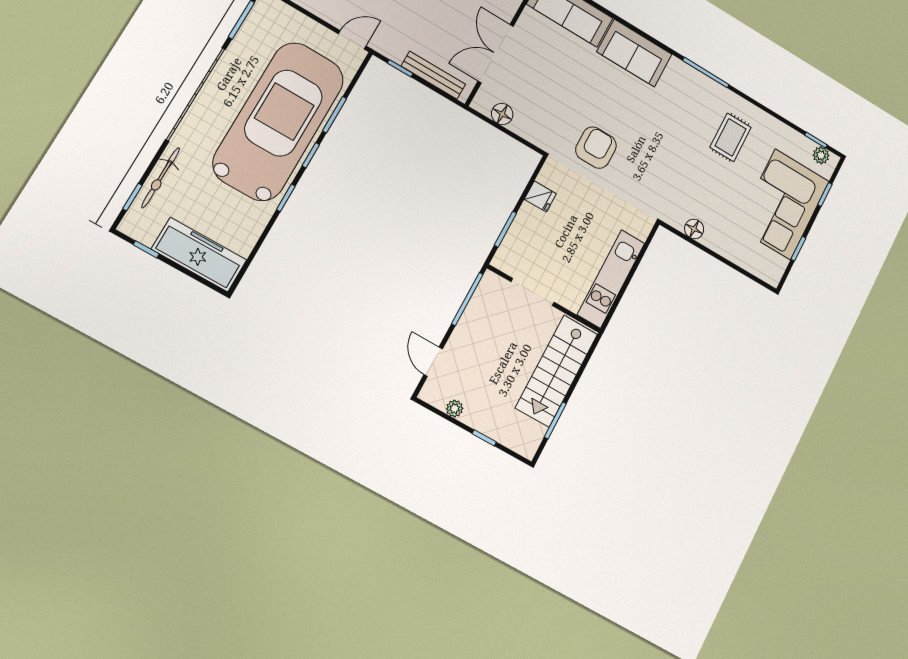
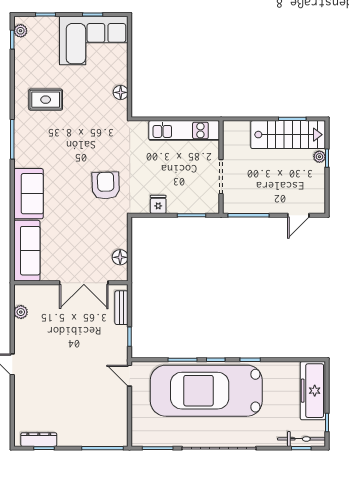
bench: (433, 75) -> (121, 308), width x0.73
armchair: (596, 148) -> (106, 186), turned 88
bicycle: (161, 178) -> (302, 439), moved
corner sofa: (783, 204) -> (94, 40), moved
stairs: (557, 371) -> (288, 135), moved
plant: (455, 409) -> (319, 157), moved

